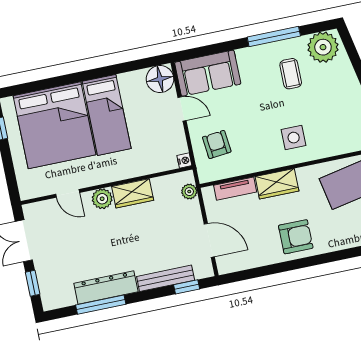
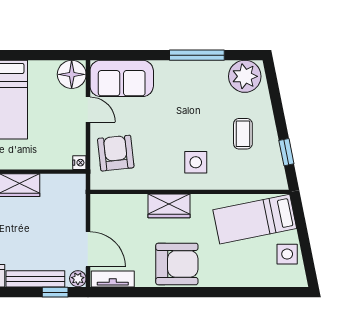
coffee table: (291, 74) -> (243, 134), moved
armchair: (217, 144) -> (116, 153), width x1.38, depth x1.38
tv unit: (235, 189) -> (113, 279), moved, turned 180
plant: (189, 192) -> (78, 279), moved
armchair: (296, 237) -> (177, 264), width x1.36, depth x1.36

